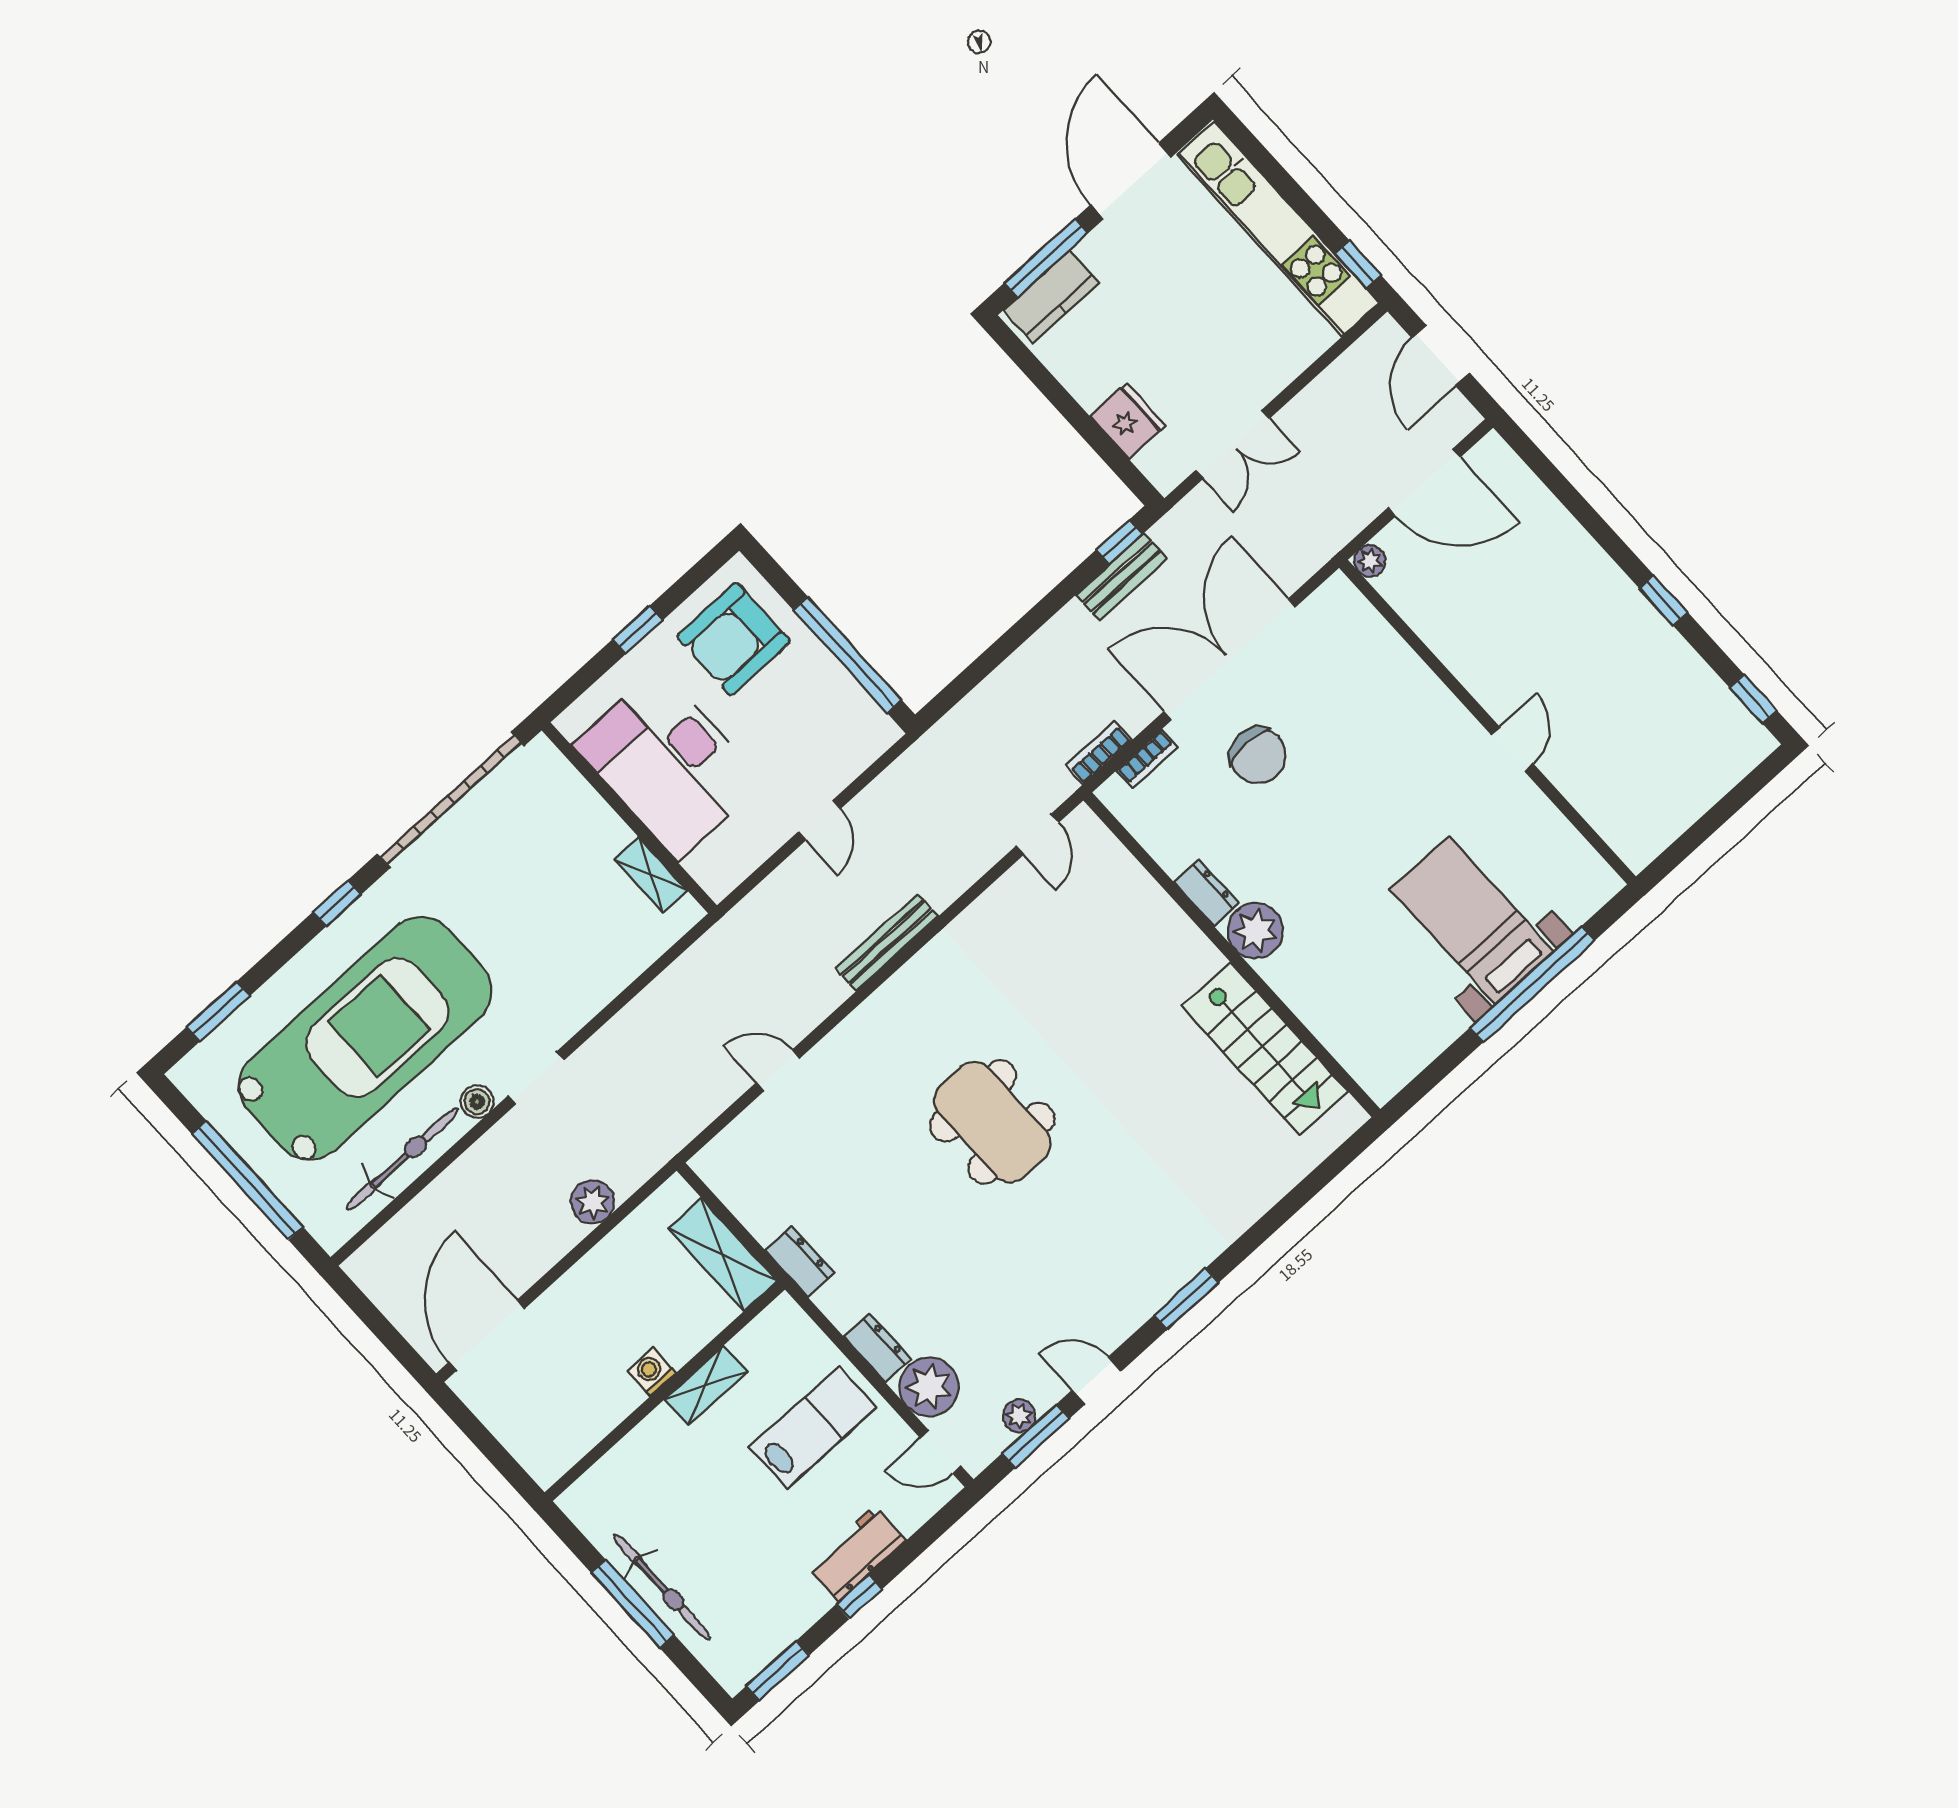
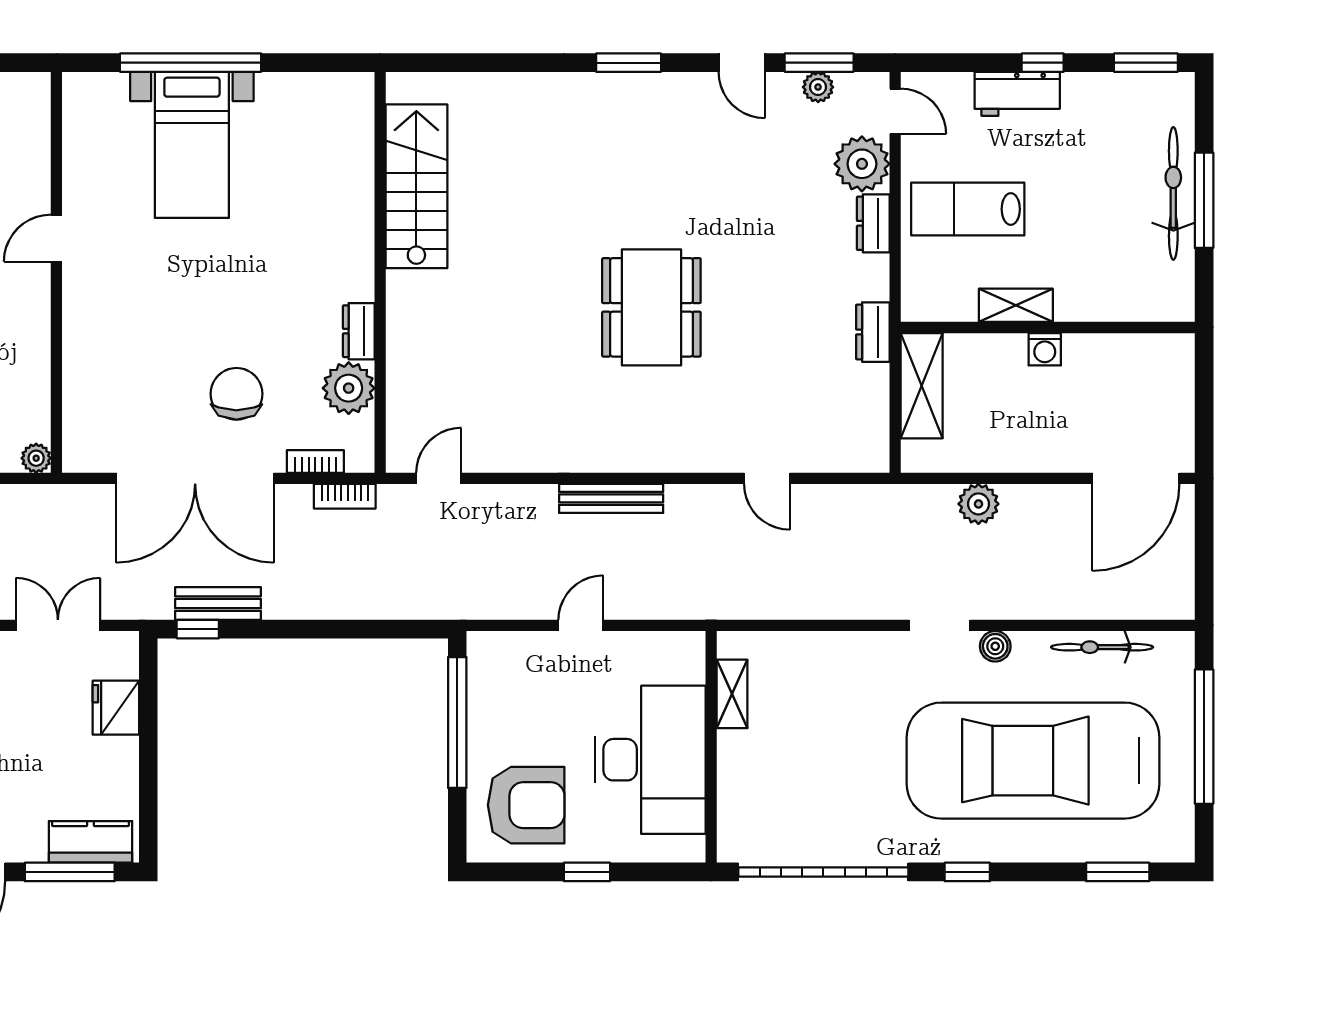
plant: (1255, 931) -> (349, 388), moved
bicycle: (402, 1159) -> (1102, 647), width x0.73, depth x0.71

